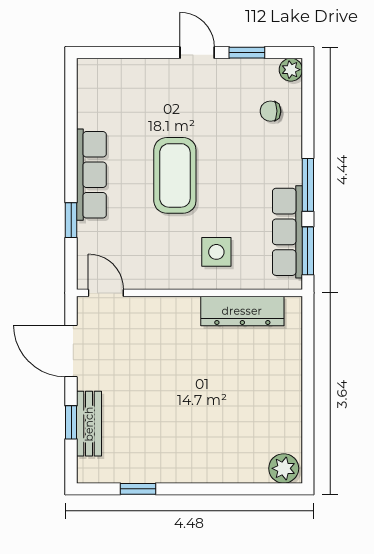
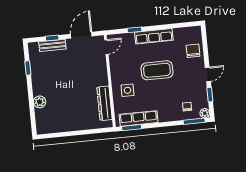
chair: (136, 83) -> (193, 51), added
window: (308, 185) -> (194, 121), moved
plant: (284, 468) -> (40, 102), moved

